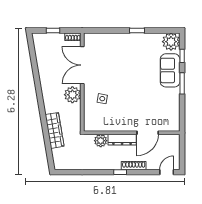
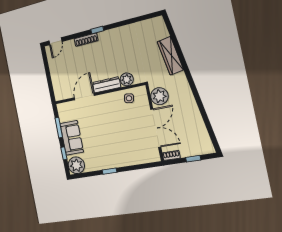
wall: (132, 133) -> (99, 93), moved
door: (148, 133) -> (84, 97), moved
dresser: (122, 140) -> (106, 85), moved
plant: (101, 141) -> (127, 79), moved

